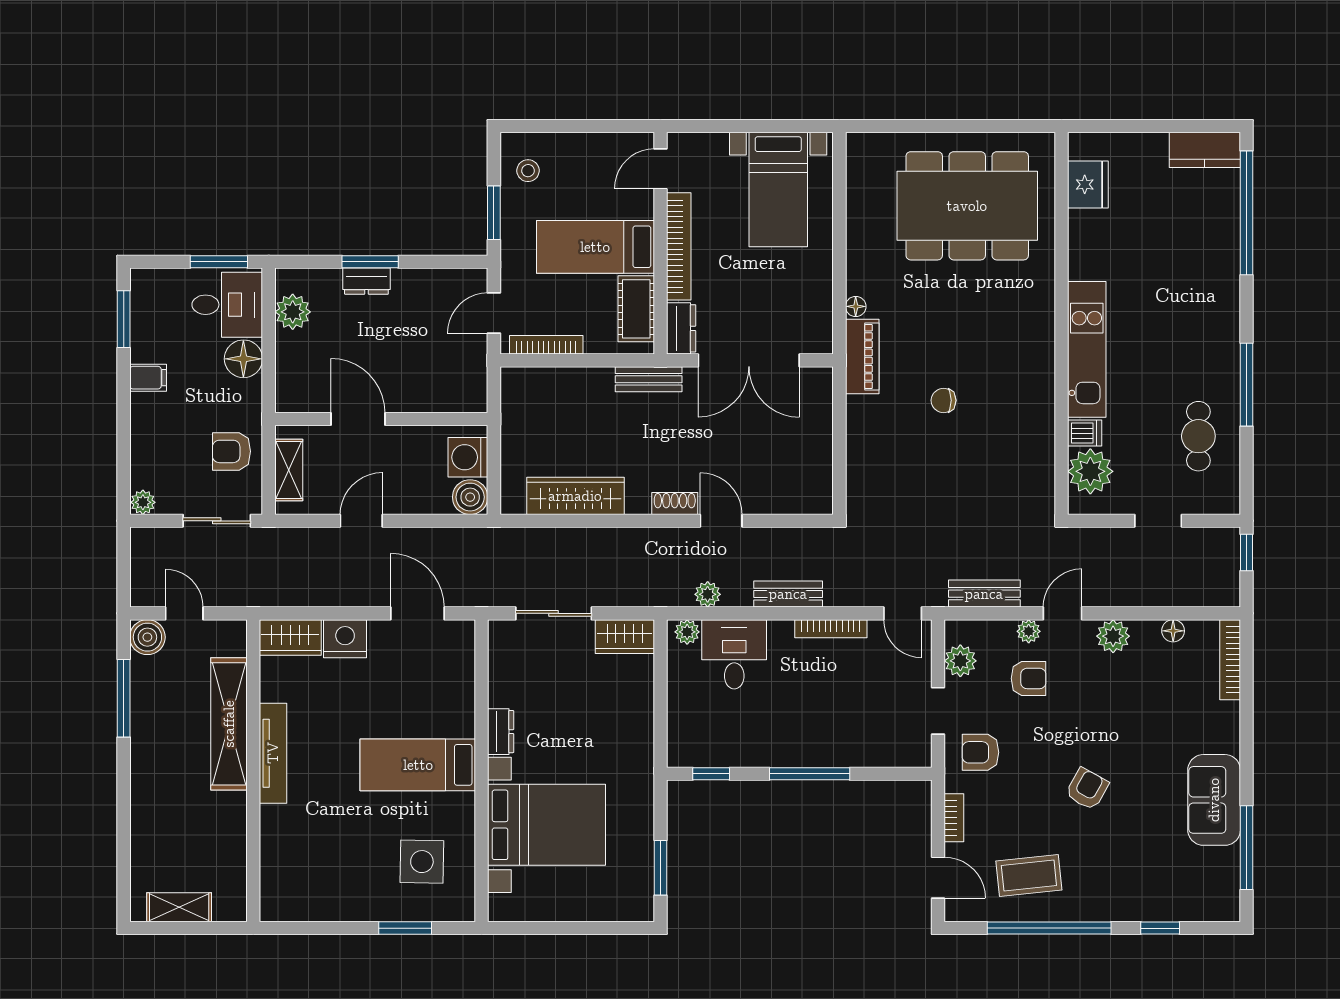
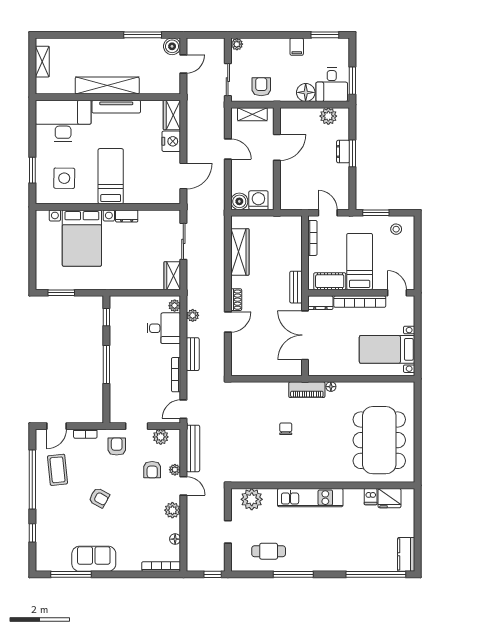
dishwasher: (1085, 433) -> (371, 497), moved
bench: (984, 594) -> (193, 448), width x1.36
shelving: (229, 724) -> (107, 86), moved
desk: (303, 864) -> (63, 121), added

